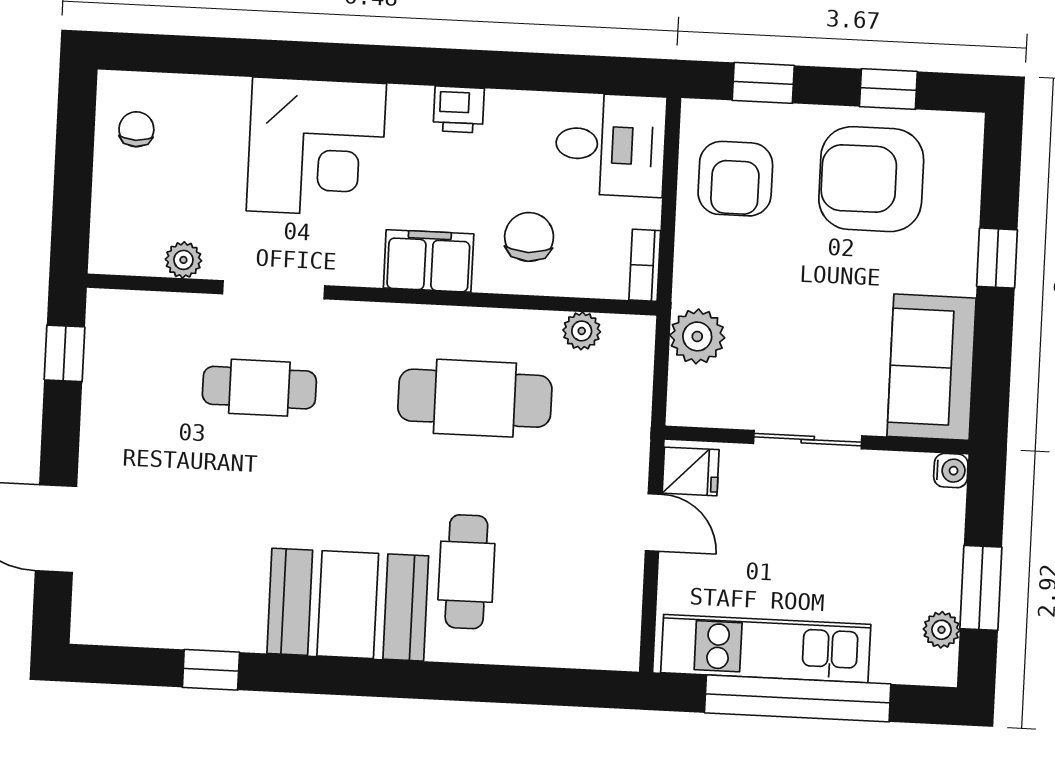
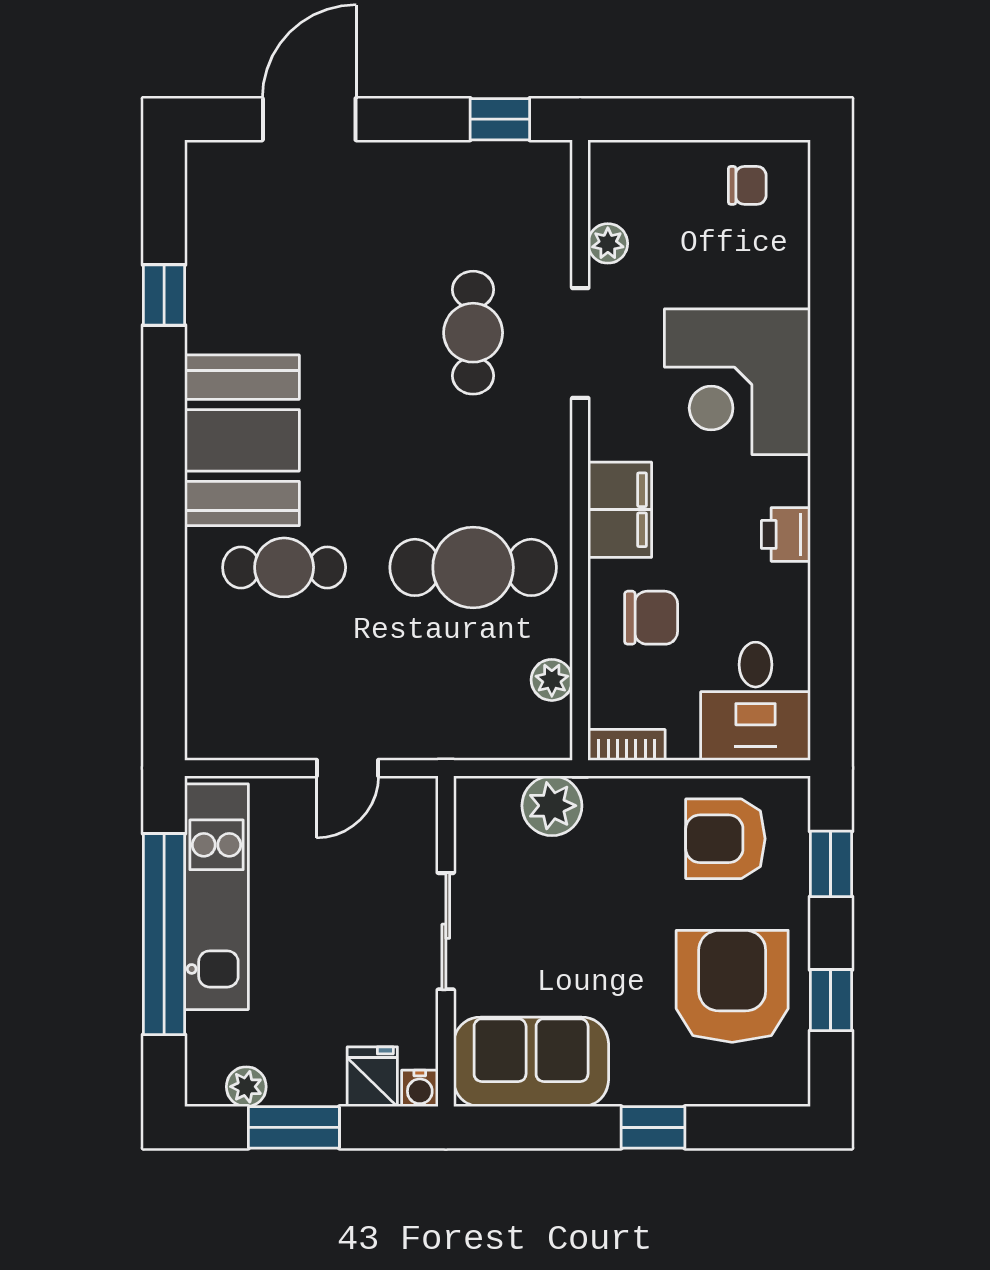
cafe table: (475, 398) -> (473, 567), turned 90
fridge: (691, 471) -> (372, 1077), moved, turned 180

